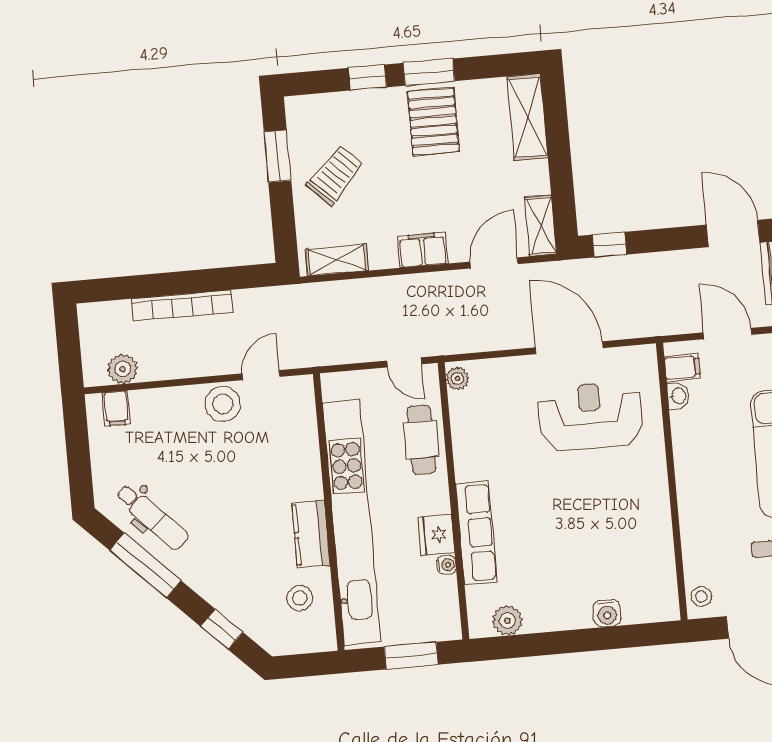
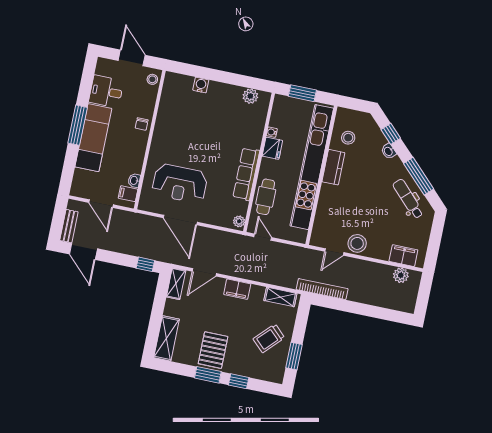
bookcase: (182, 305) -> (322, 289), moved
filing cabinet: (116, 409) -> (403, 256), width x2.00
chair: (696, 506) -> (142, 124), added
row of seats: (476, 533) -> (246, 174), moved
washbasin: (216, 595) -> (389, 151), added

